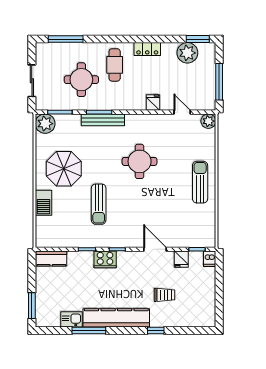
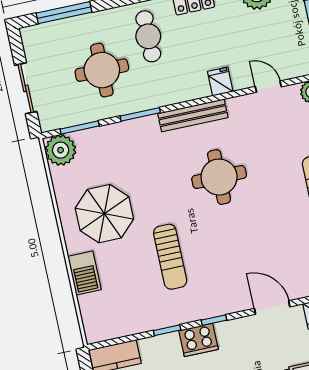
bench: (103, 120) -> (193, 115), moved

